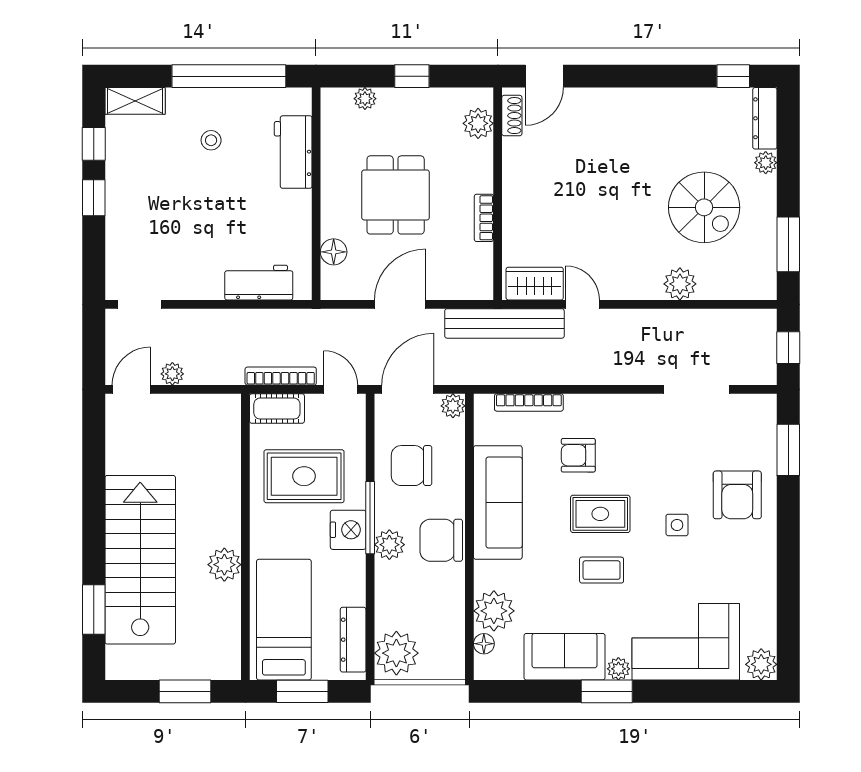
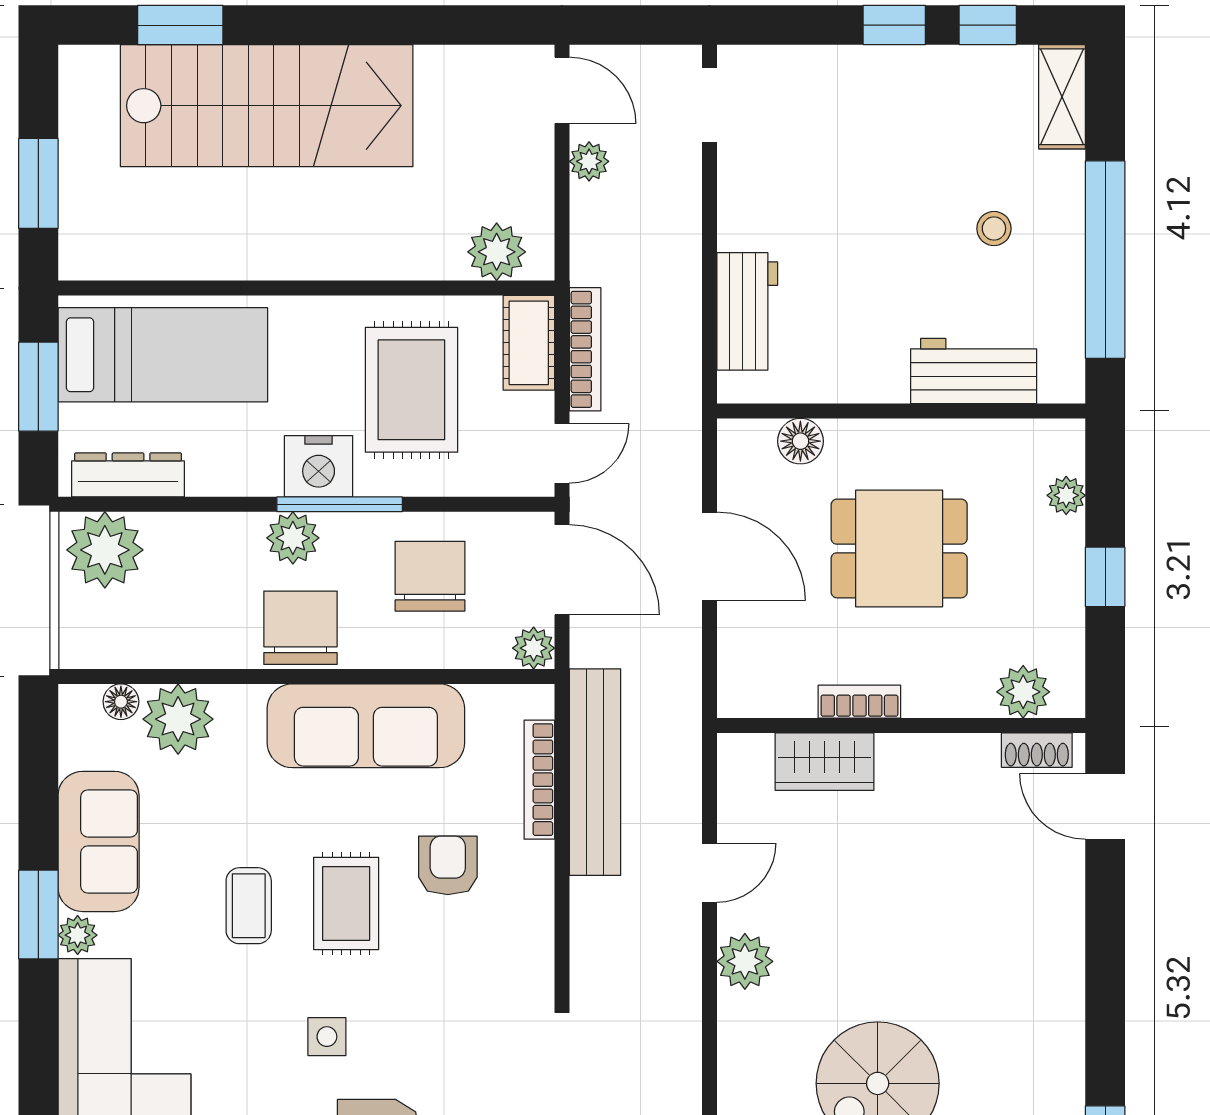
wardrobe: (535, 284) -> (824, 762), moved, turned 90
plant: (680, 284) -> (745, 961), moved
bench: (504, 323) -> (595, 772), moved
plant: (224, 565) -> (497, 252), moved

